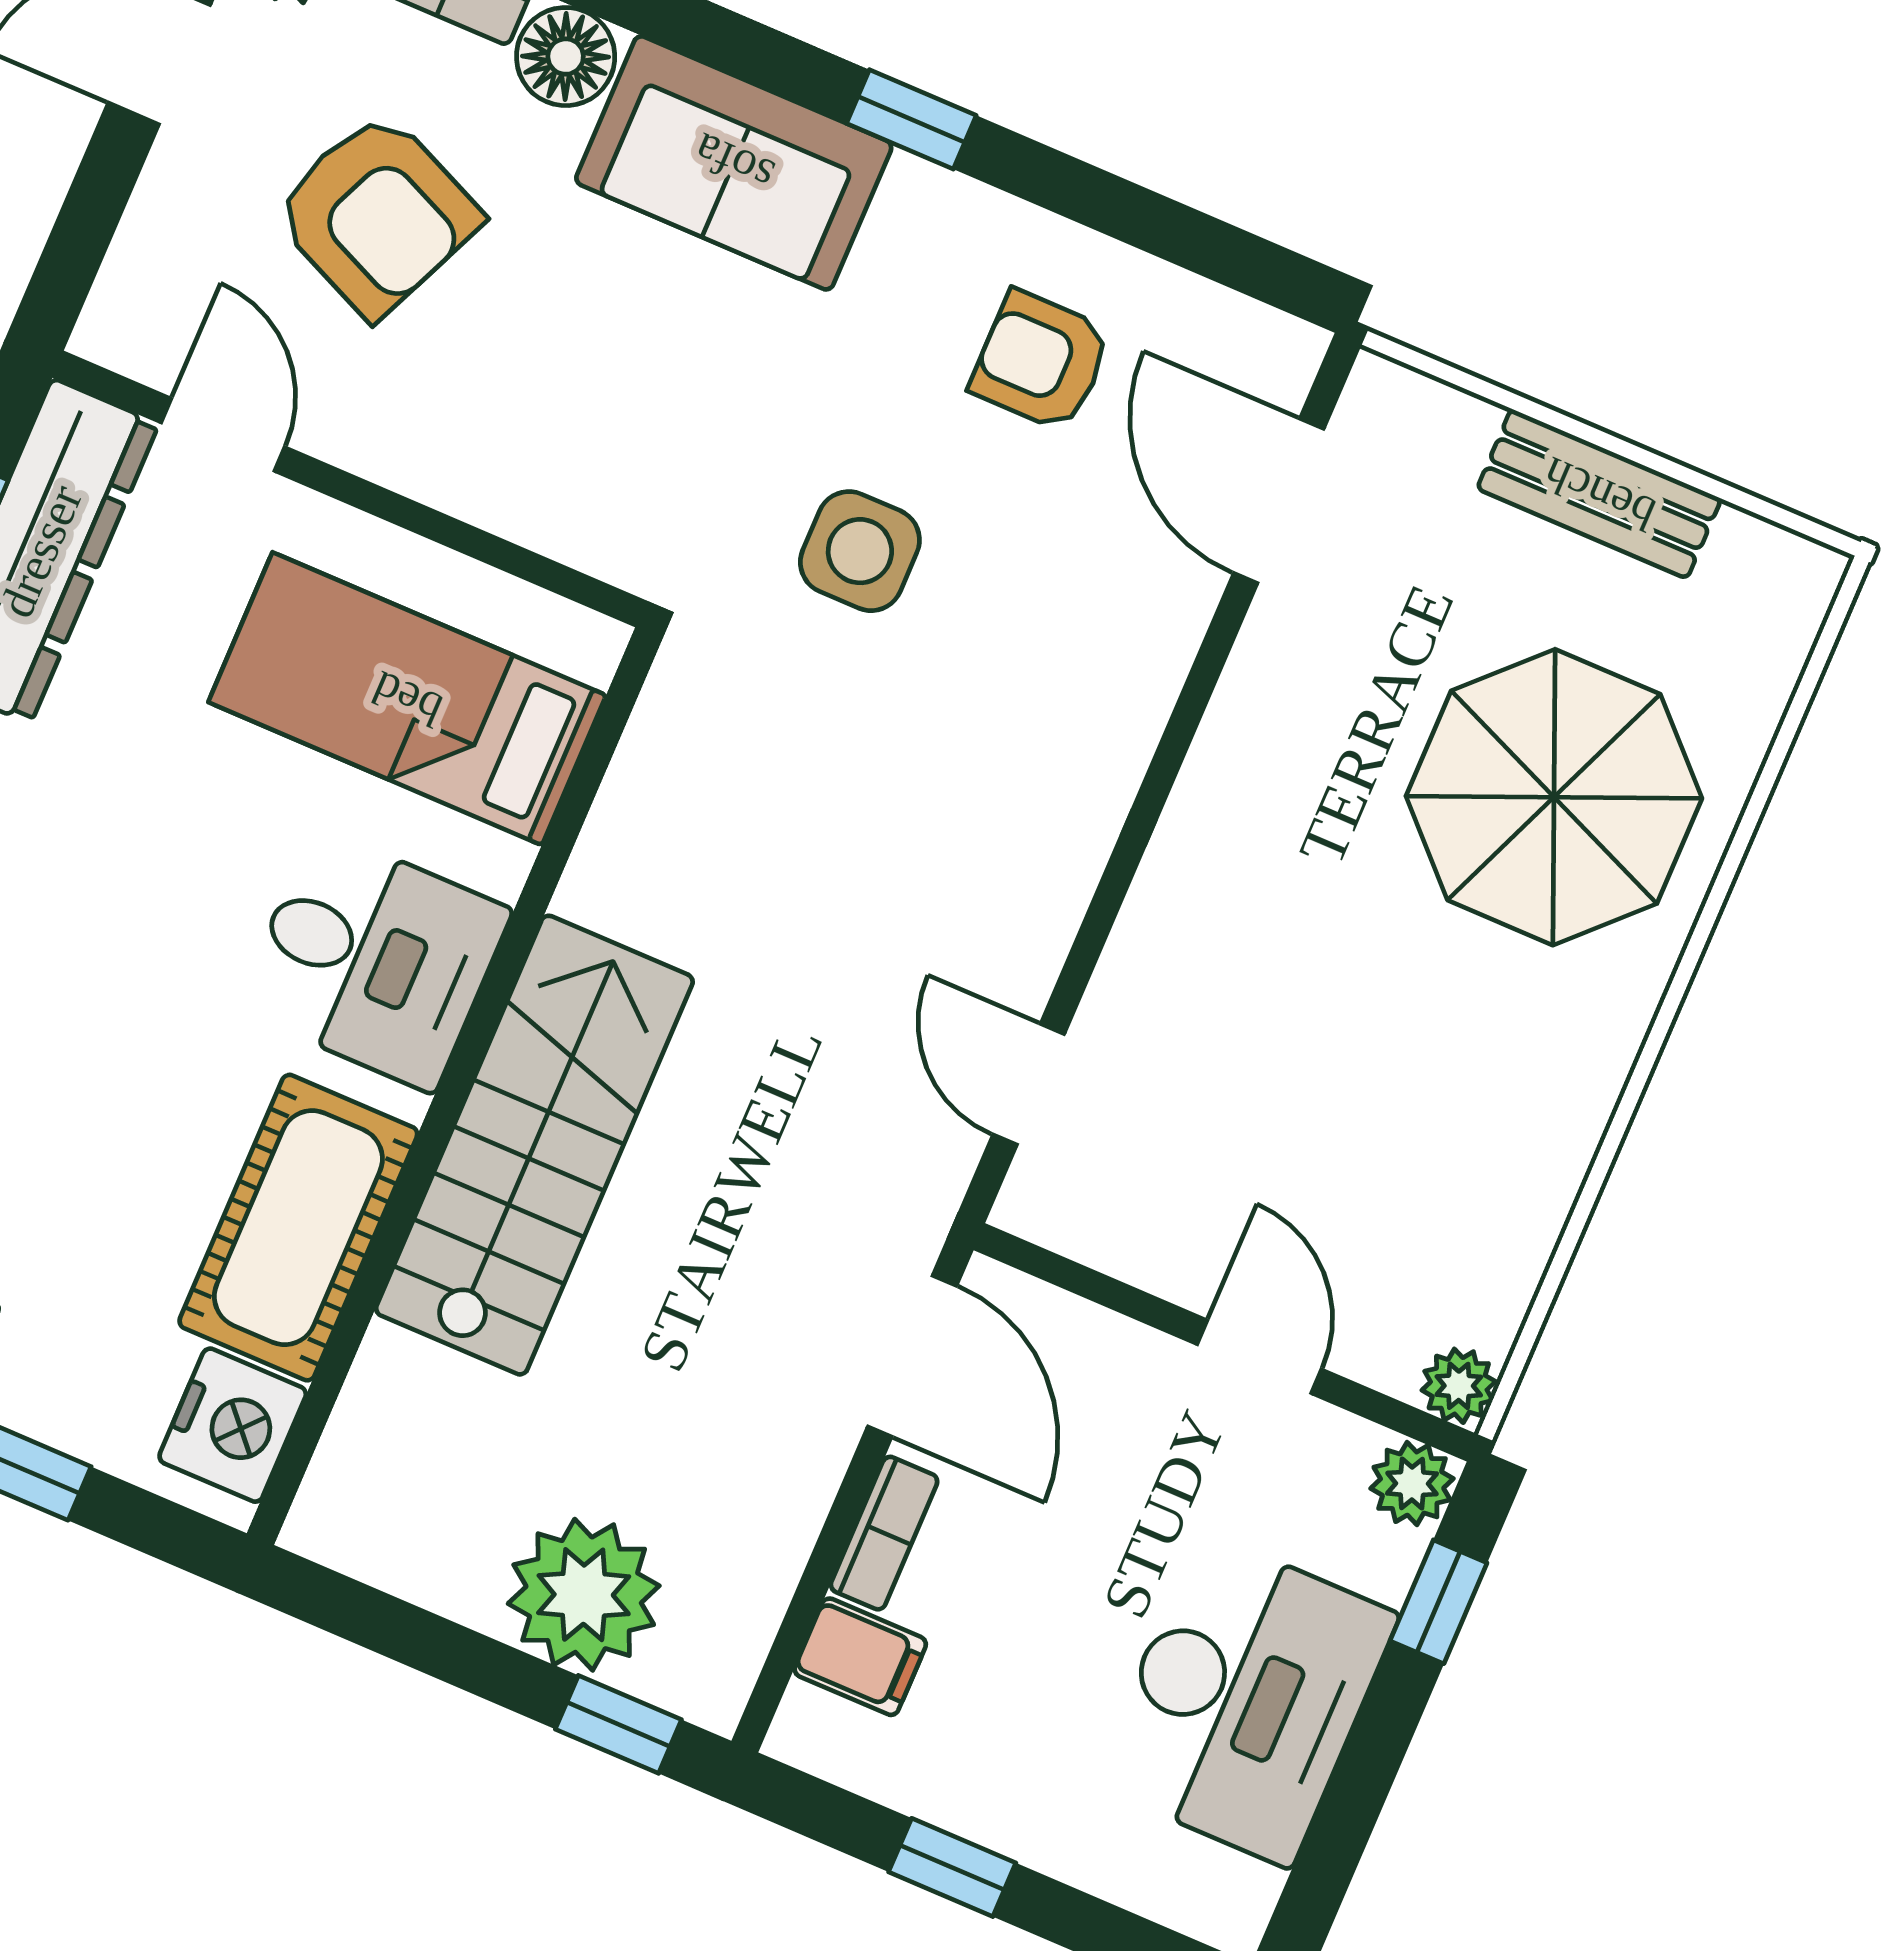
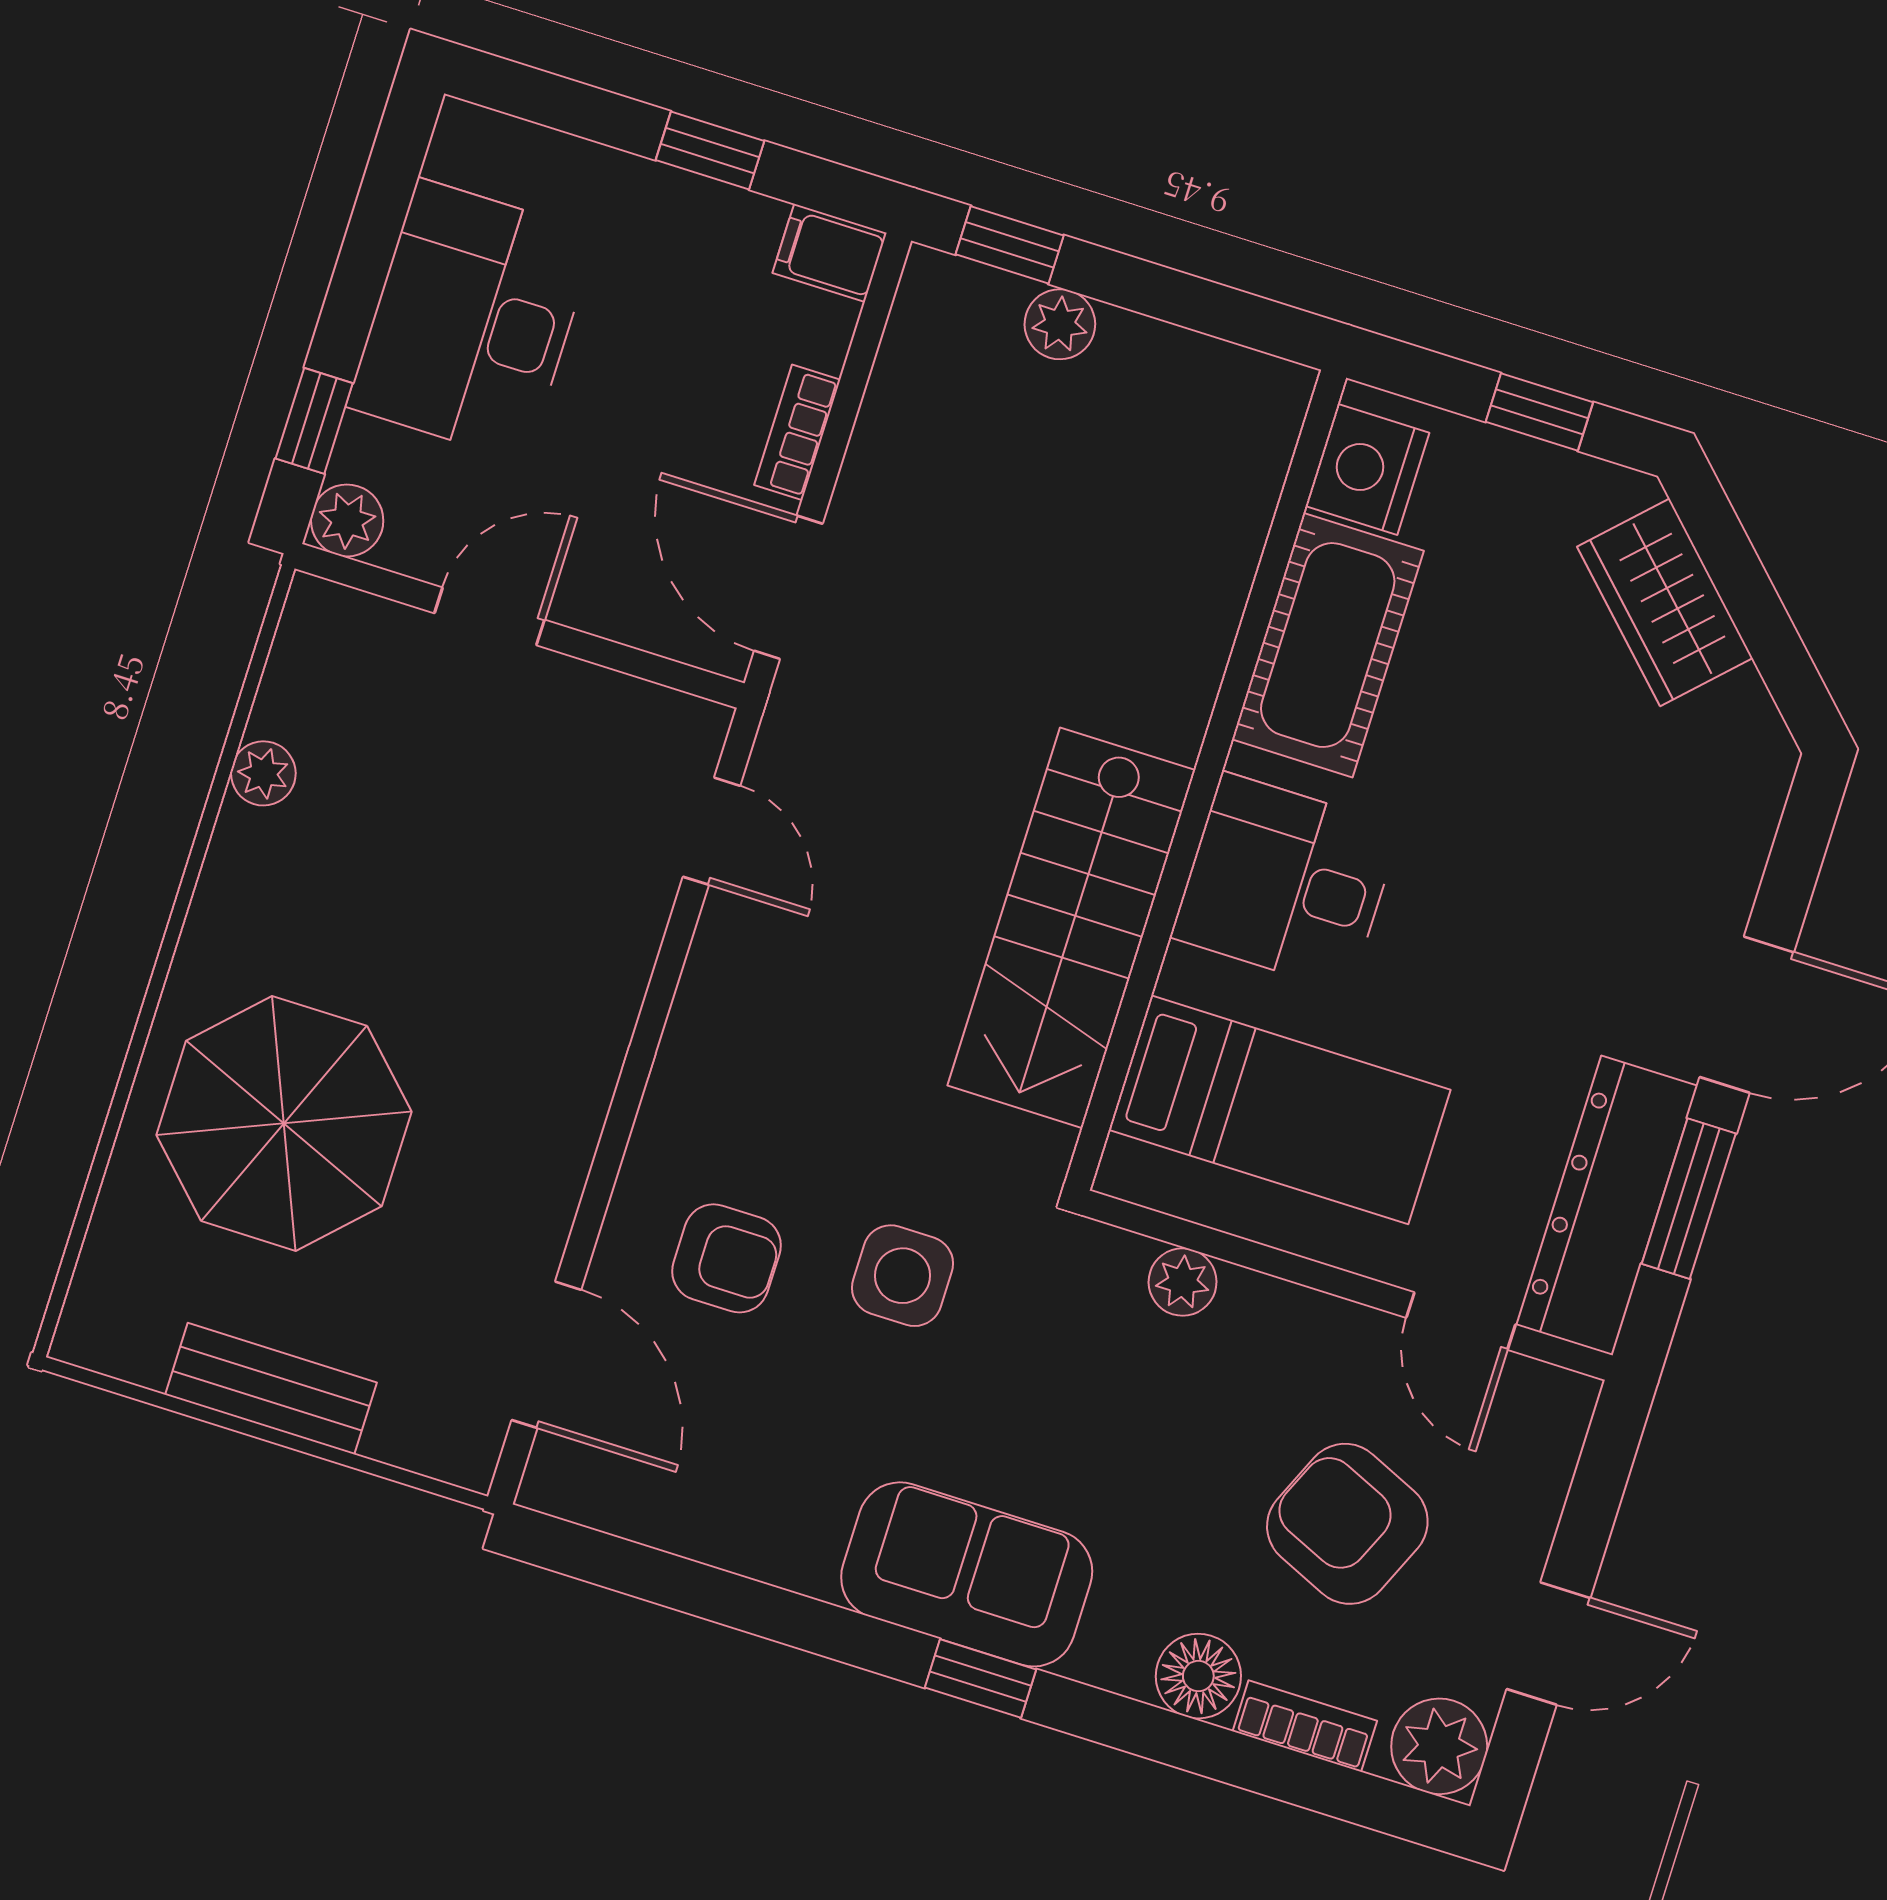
window: (911, 119) -> (980, 1678), moved
sofa: (734, 163) -> (967, 1574), moved
armchair: (1041, 361) -> (726, 1258), moved
plant: (539, 512) -> (1183, 1282), added
stairs: (534, 1145) -> (1071, 928), moved
door: (1259, 1357) -> (489, 616), swing flipped
plant: (1459, 1386) -> (263, 773), moved
plant: (584, 1595) -> (1060, 324), width x0.53, depth x0.53
filing cabinet: (860, 1657) -> (830, 253), moved

